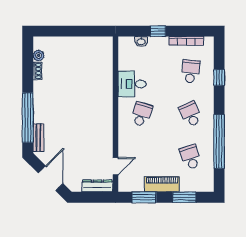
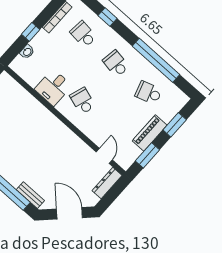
school desk: (191, 114) -> (116, 64), turned 33

